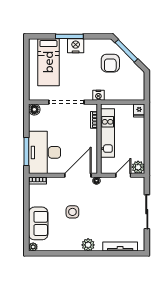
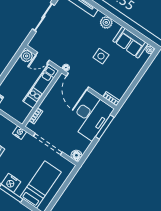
kitchen unit: (108, 133) -> (41, 86), moved
door: (78, 175) -> (77, 82), hinge flipped
sofa: (38, 223) -> (130, 42), moved, turned -90

